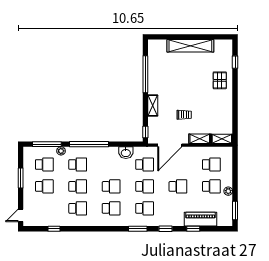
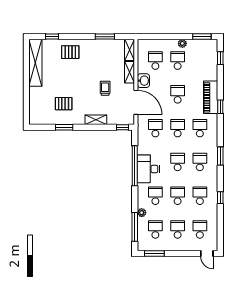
shelving: (190, 46) -> (35, 63), moved
window: (145, 74) -> (64, 127), width x0.47
pallet: (169, 74) -> (64, 104), added
window: (235, 115) -> (105, 37), added
window: (89, 144) -> (135, 166), moved
washbasin: (126, 153) -> (143, 81), moved
desk: (104, 158) -> (148, 169), added
window: (21, 178) -> (154, 253), moved
school desk: (44, 208) -> (200, 229), added
piano: (200, 219) -> (211, 97), moved
window: (54, 229) -> (220, 198), moved
window: (138, 229) -> (220, 156), moved
window: (193, 229) -> (220, 58), moved

